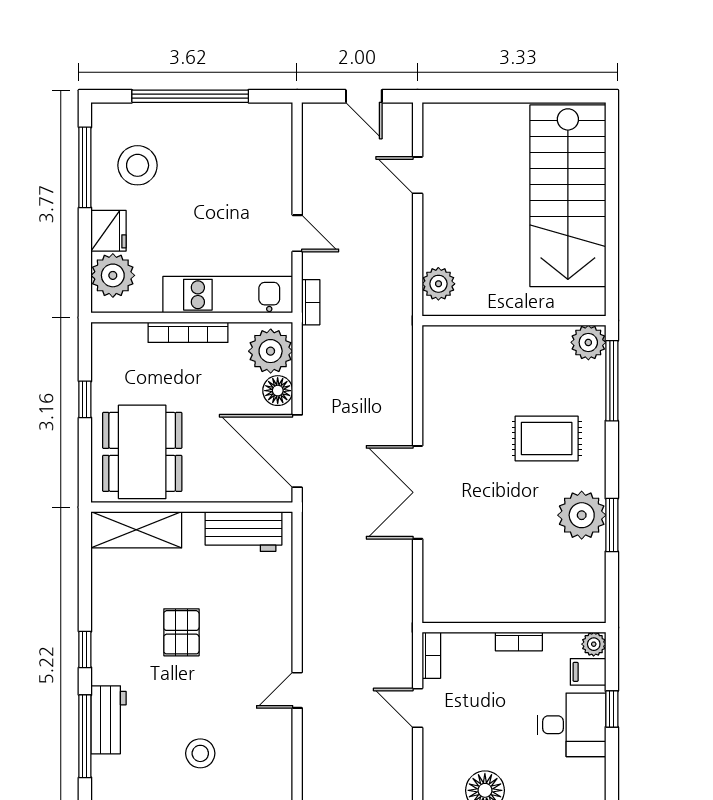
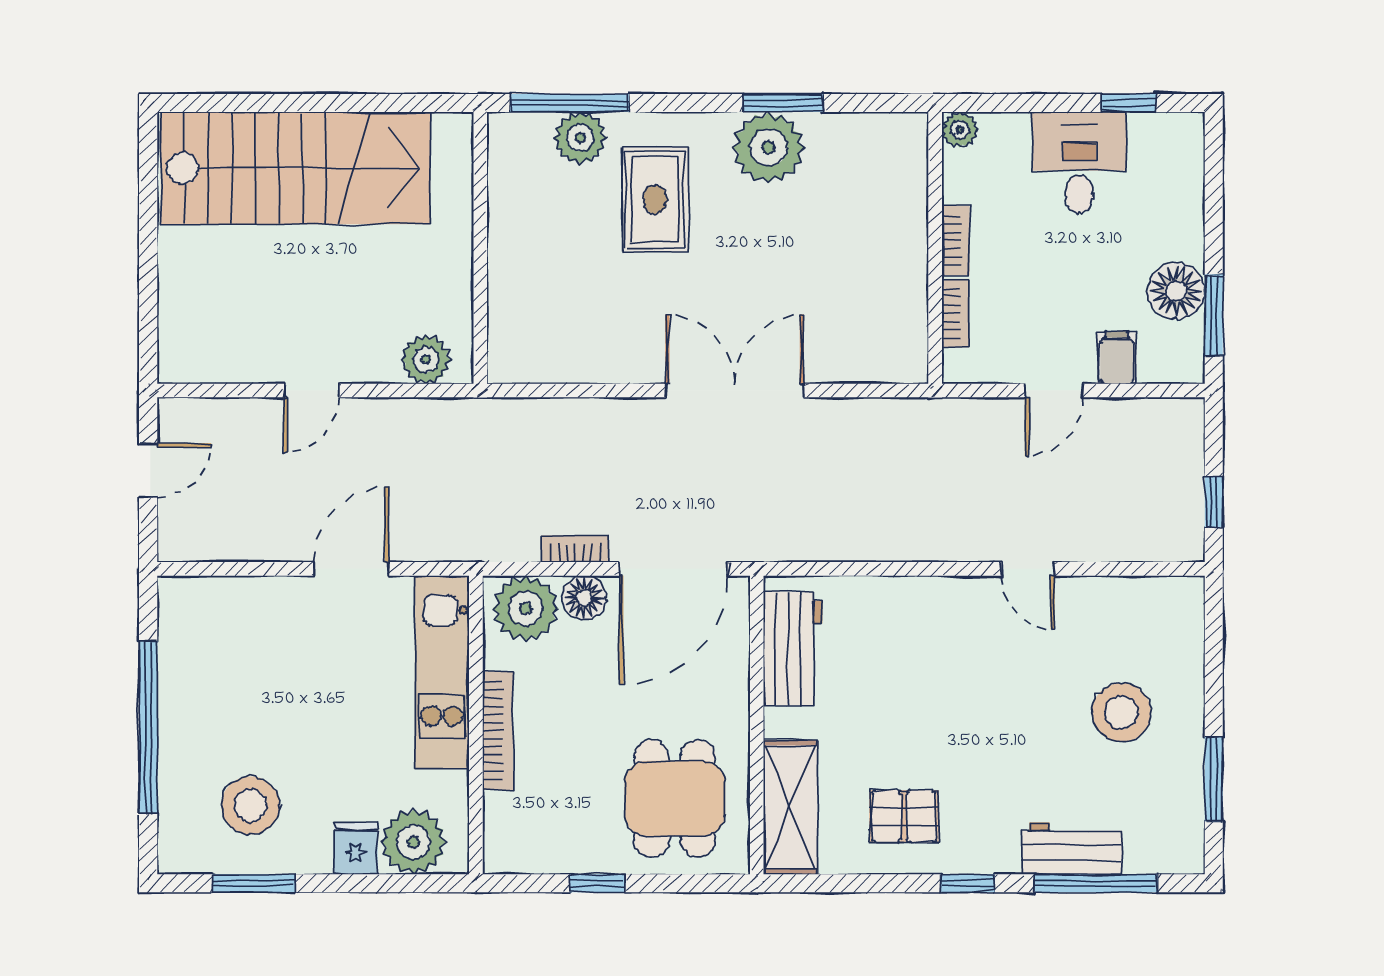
window: (85, 167) -> (254, 883), width x0.69
door: (418, 175) -> (311, 391), moved
fridge: (109, 231) -> (356, 848), width x0.72
door: (297, 233) -> (351, 569), width x1.38
bookcase: (311, 302) -> (575, 549), moved
plant: (588, 342) -> (580, 138), moved
dining table: (142, 452) -> (675, 798), width x0.73
double door: (418, 492) -> (735, 391), swing flipped
pallet: (181, 632) -> (904, 816), moved
bookcase: (431, 655) -> (956, 313), moved, turned 90
filing cabinet: (588, 672) -> (1117, 358), moved, turned 180
window: (612, 709) -> (1129, 103), moved
stool: (200, 753) -> (1121, 712), width x1.38, depth x1.38

